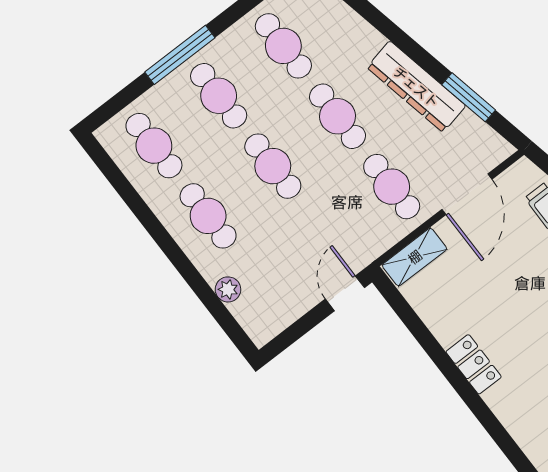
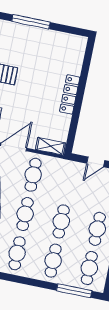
window: (180, 55) -> (74, 291), moved
door: (345, 293) -> (96, 162), moved
locker: (474, 364) -> (70, 94), width x1.53

